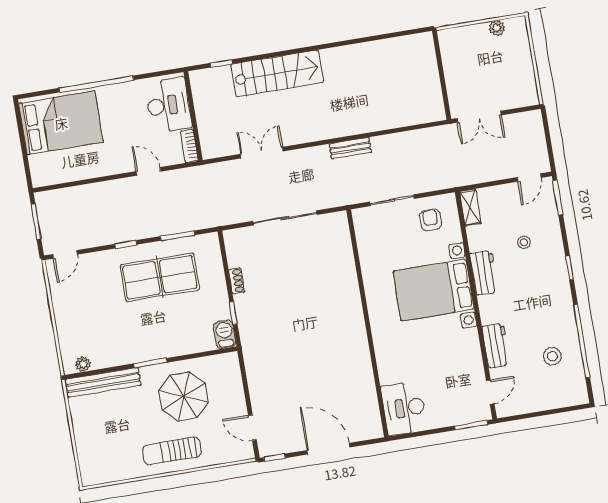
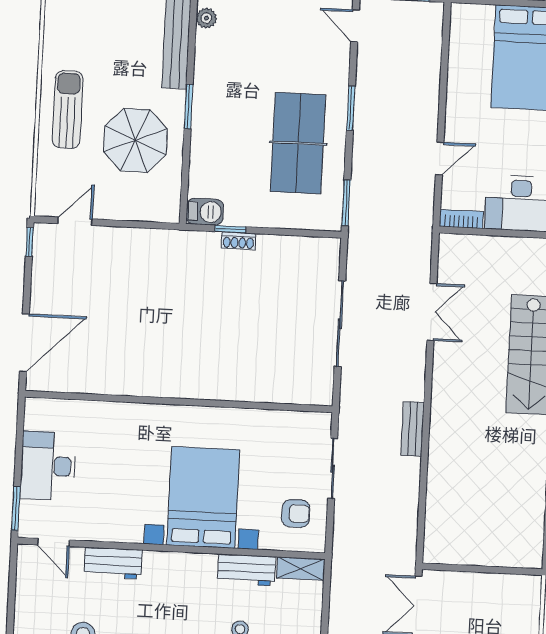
window: (178, 236) -> (346, 203), moved
window: (126, 244) -> (351, 108), width x1.50
workbench: (484, 273) -> (246, 570), moved
shoe rack: (237, 281) -> (238, 241), moved
desk: (404, 408) -> (48, 466), moved, turned -90
door: (329, 449) -> (24, 343), moved

